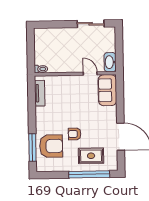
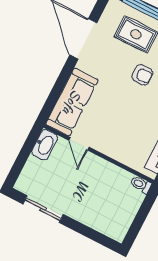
sofa: (107, 90) -> (72, 102), width x1.36

